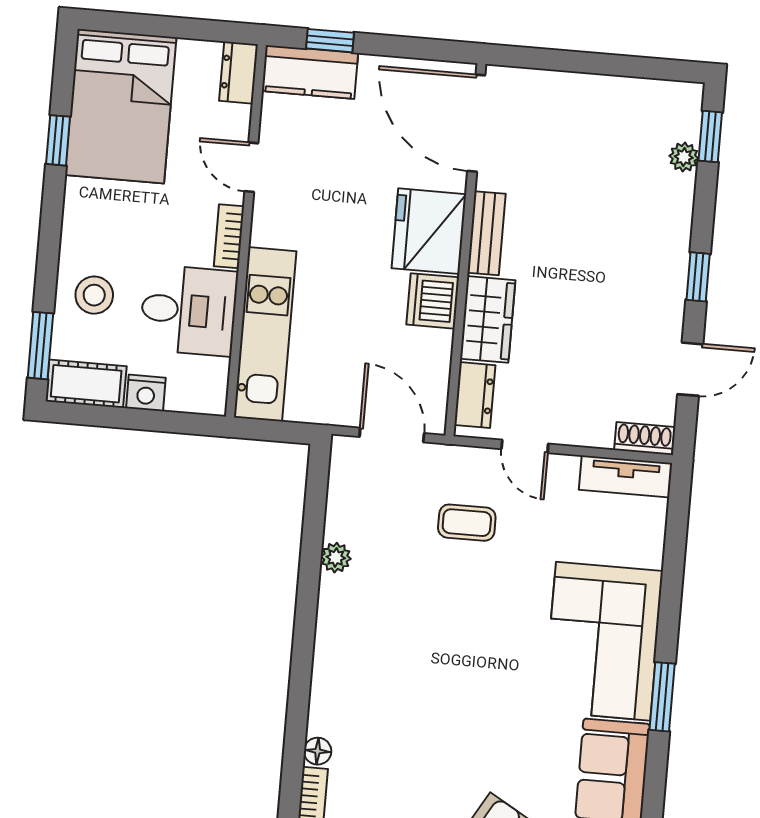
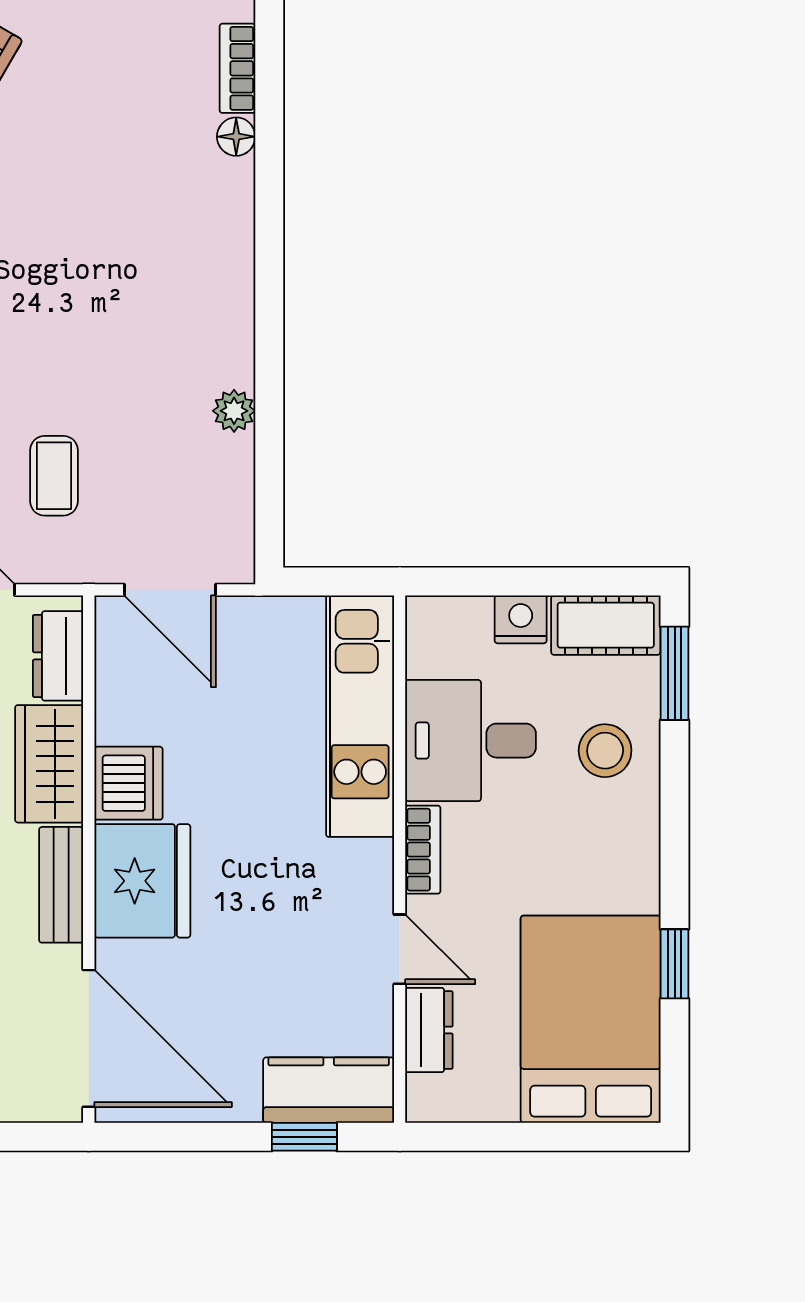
dresser: (239, 73) -> (429, 1030), moved
coffee table: (467, 523) -> (54, 476), turned 90

